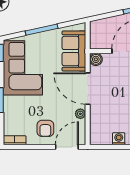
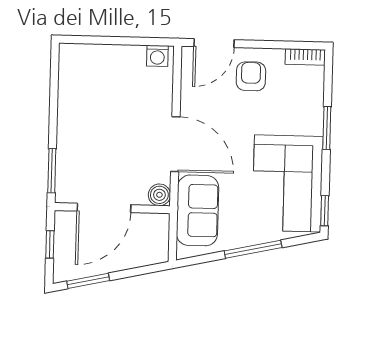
plant: (80, 114) -> (189, 100), removed
washing machine: (119, 139) -> (157, 56), moved

